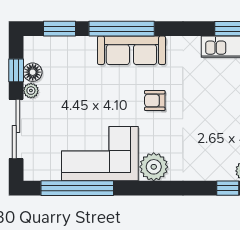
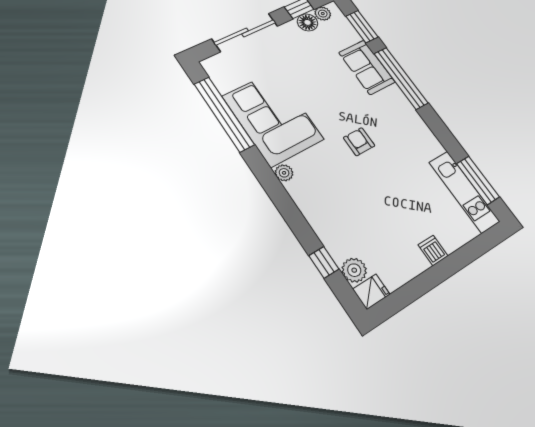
sofa: (131, 50) -> (367, 67), moved, width x0.73
plant: (31, 91) -> (323, 14), moved
plant: (154, 167) -> (284, 173), width x0.53, depth x0.53

